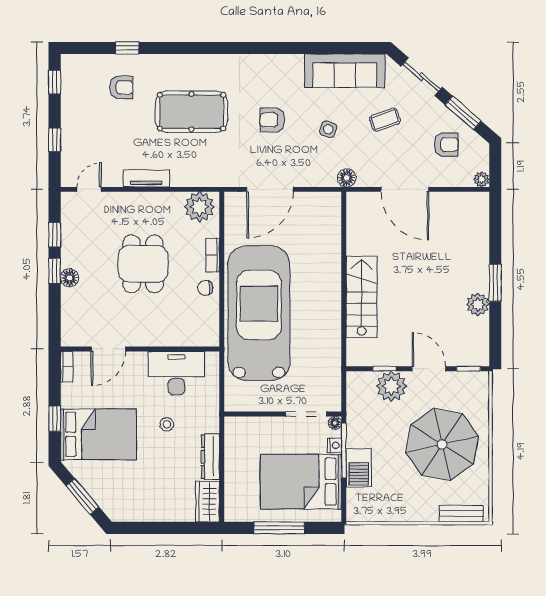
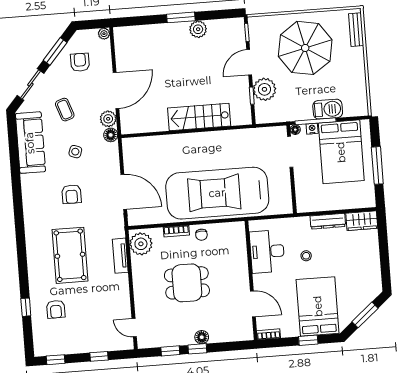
armchair: (121, 87) -> (56, 309), turned 180
plant: (368, 176) -> (108, 119), added
tv unit: (146, 178) -> (120, 256), moved

